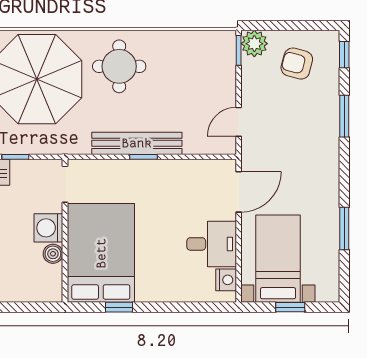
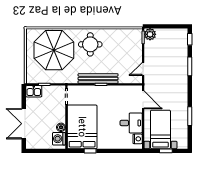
armchair: (297, 64) -> (169, 43), removed
door: (239, 192) -> (143, 100), hinge flipped
washing machine: (48, 228) -> (59, 139), moved

